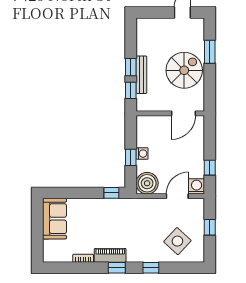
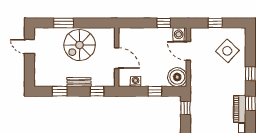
window: (131, 67) -> (60, 91), moved
spiral stairs: (184, 70) -> (79, 45), turned -90
bench: (141, 75) -> (79, 82), width x0.73
door: (183, 113) -> (117, 58), moved
washing machine: (142, 154) -> (136, 81), moved

